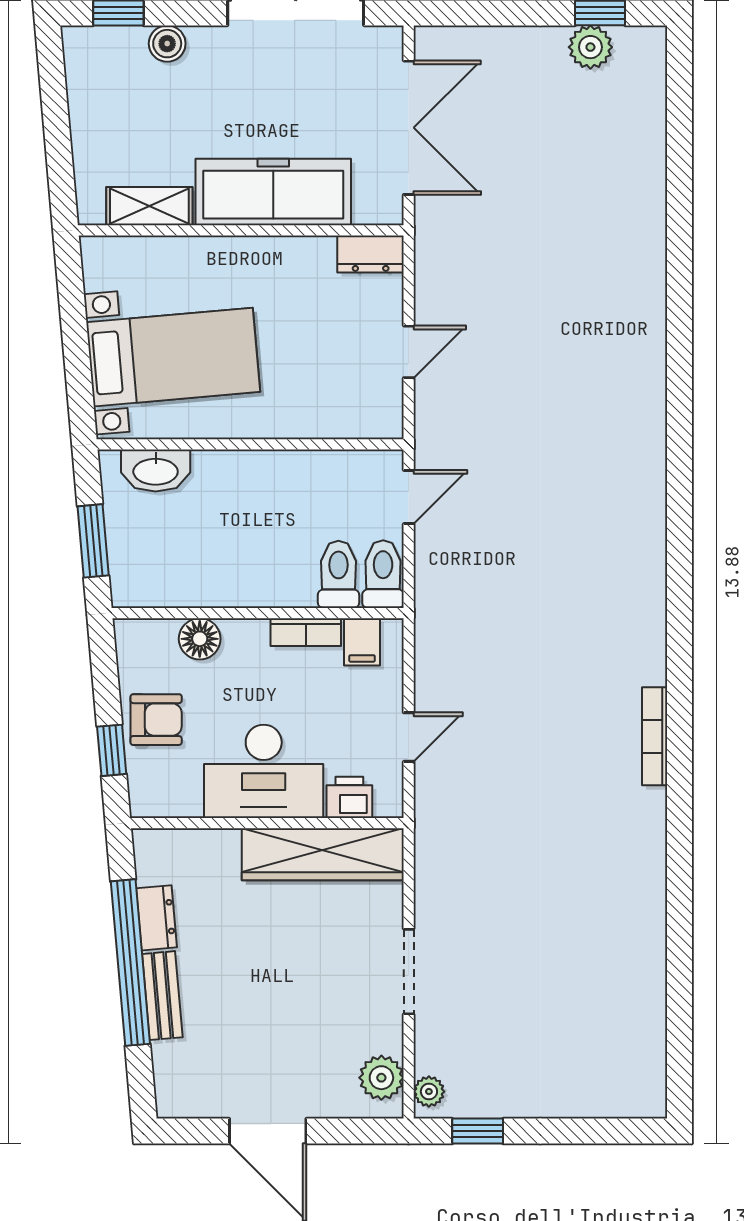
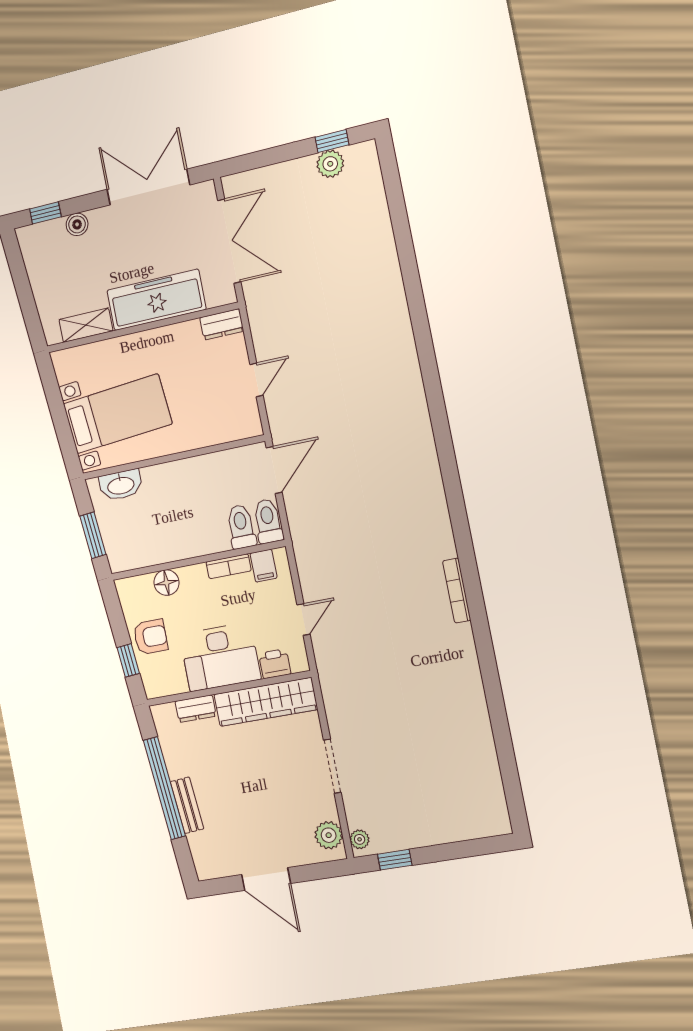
door: (409, 497) -> (274, 470), width x1.38
dresser: (157, 918) -> (196, 709), moved, turned 95

